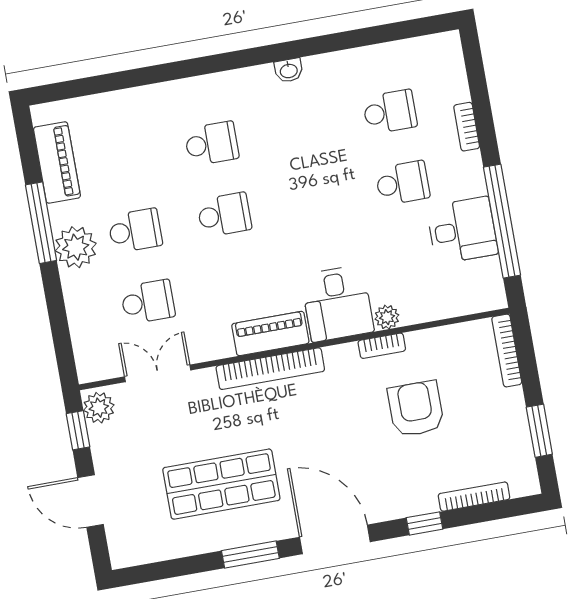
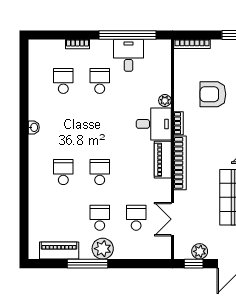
bookcase: (382, 346) -> (179, 123), moved
plant: (99, 408) -> (200, 251), moved

